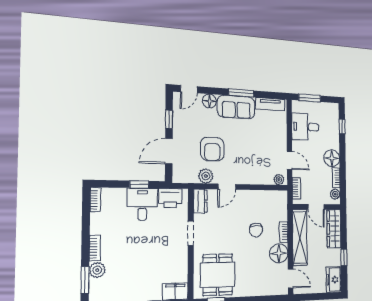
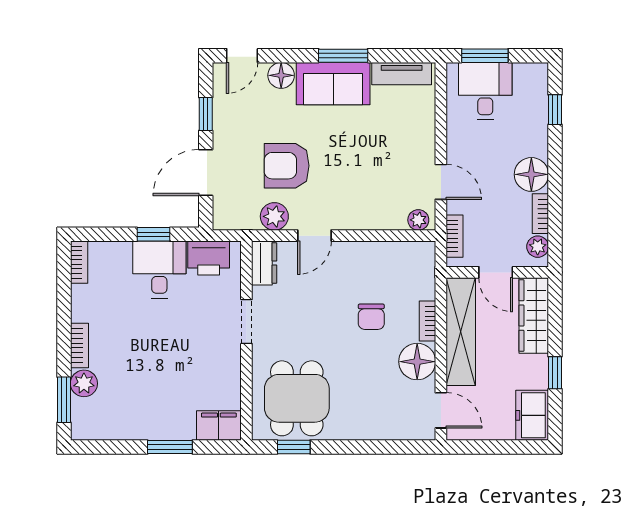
desk: (305, 127) -> (485, 91), moved, turned 90
armchair: (212, 149) -> (287, 166), turned 90

